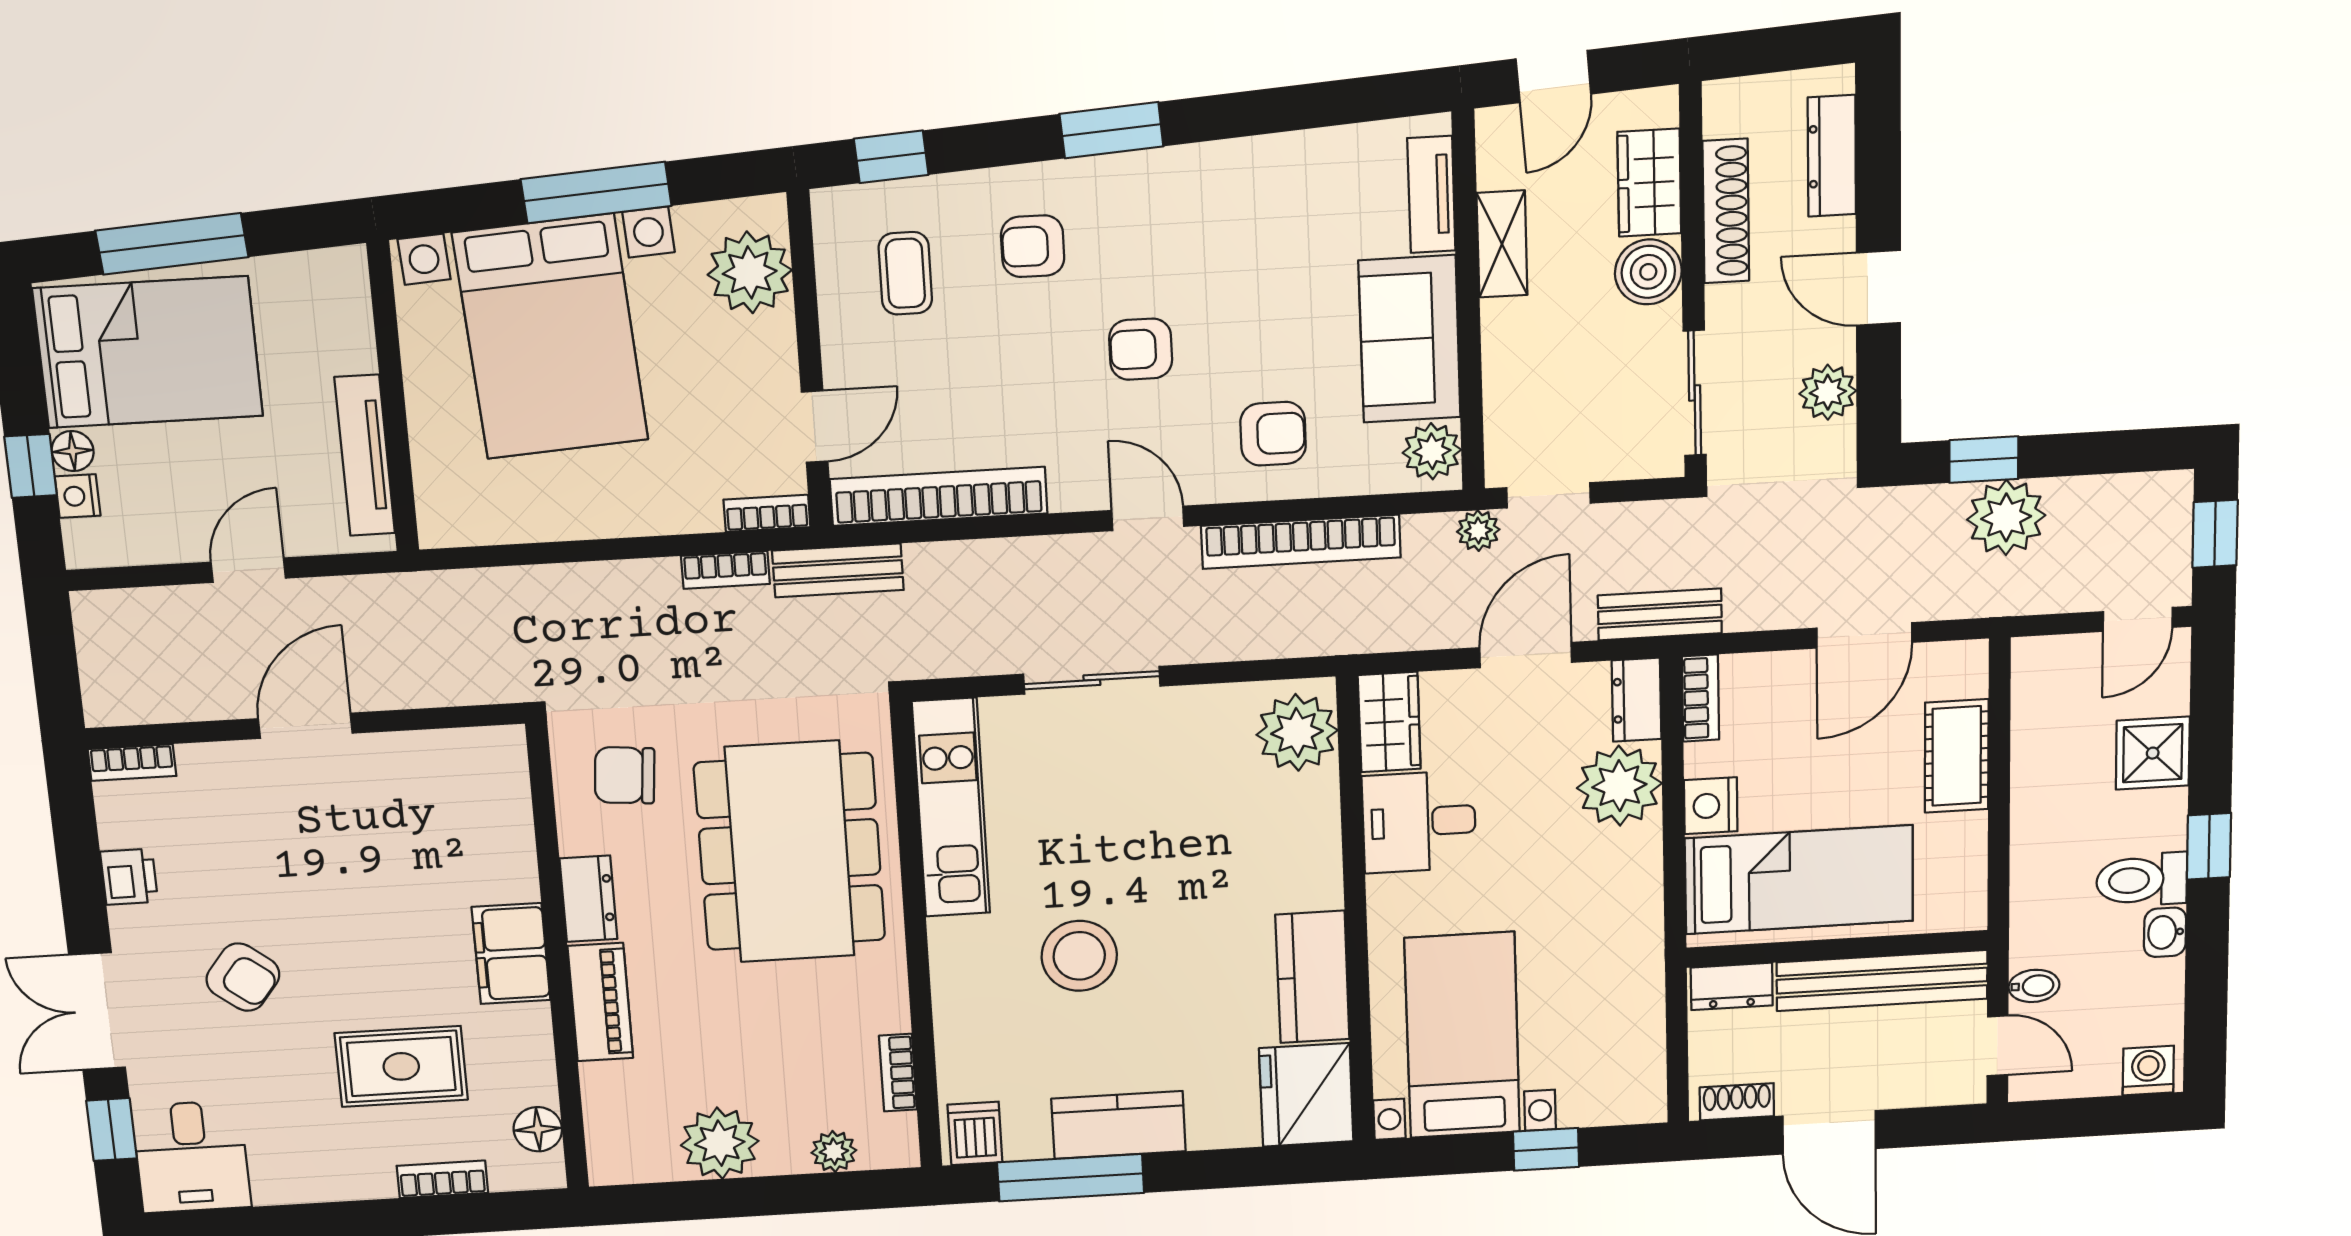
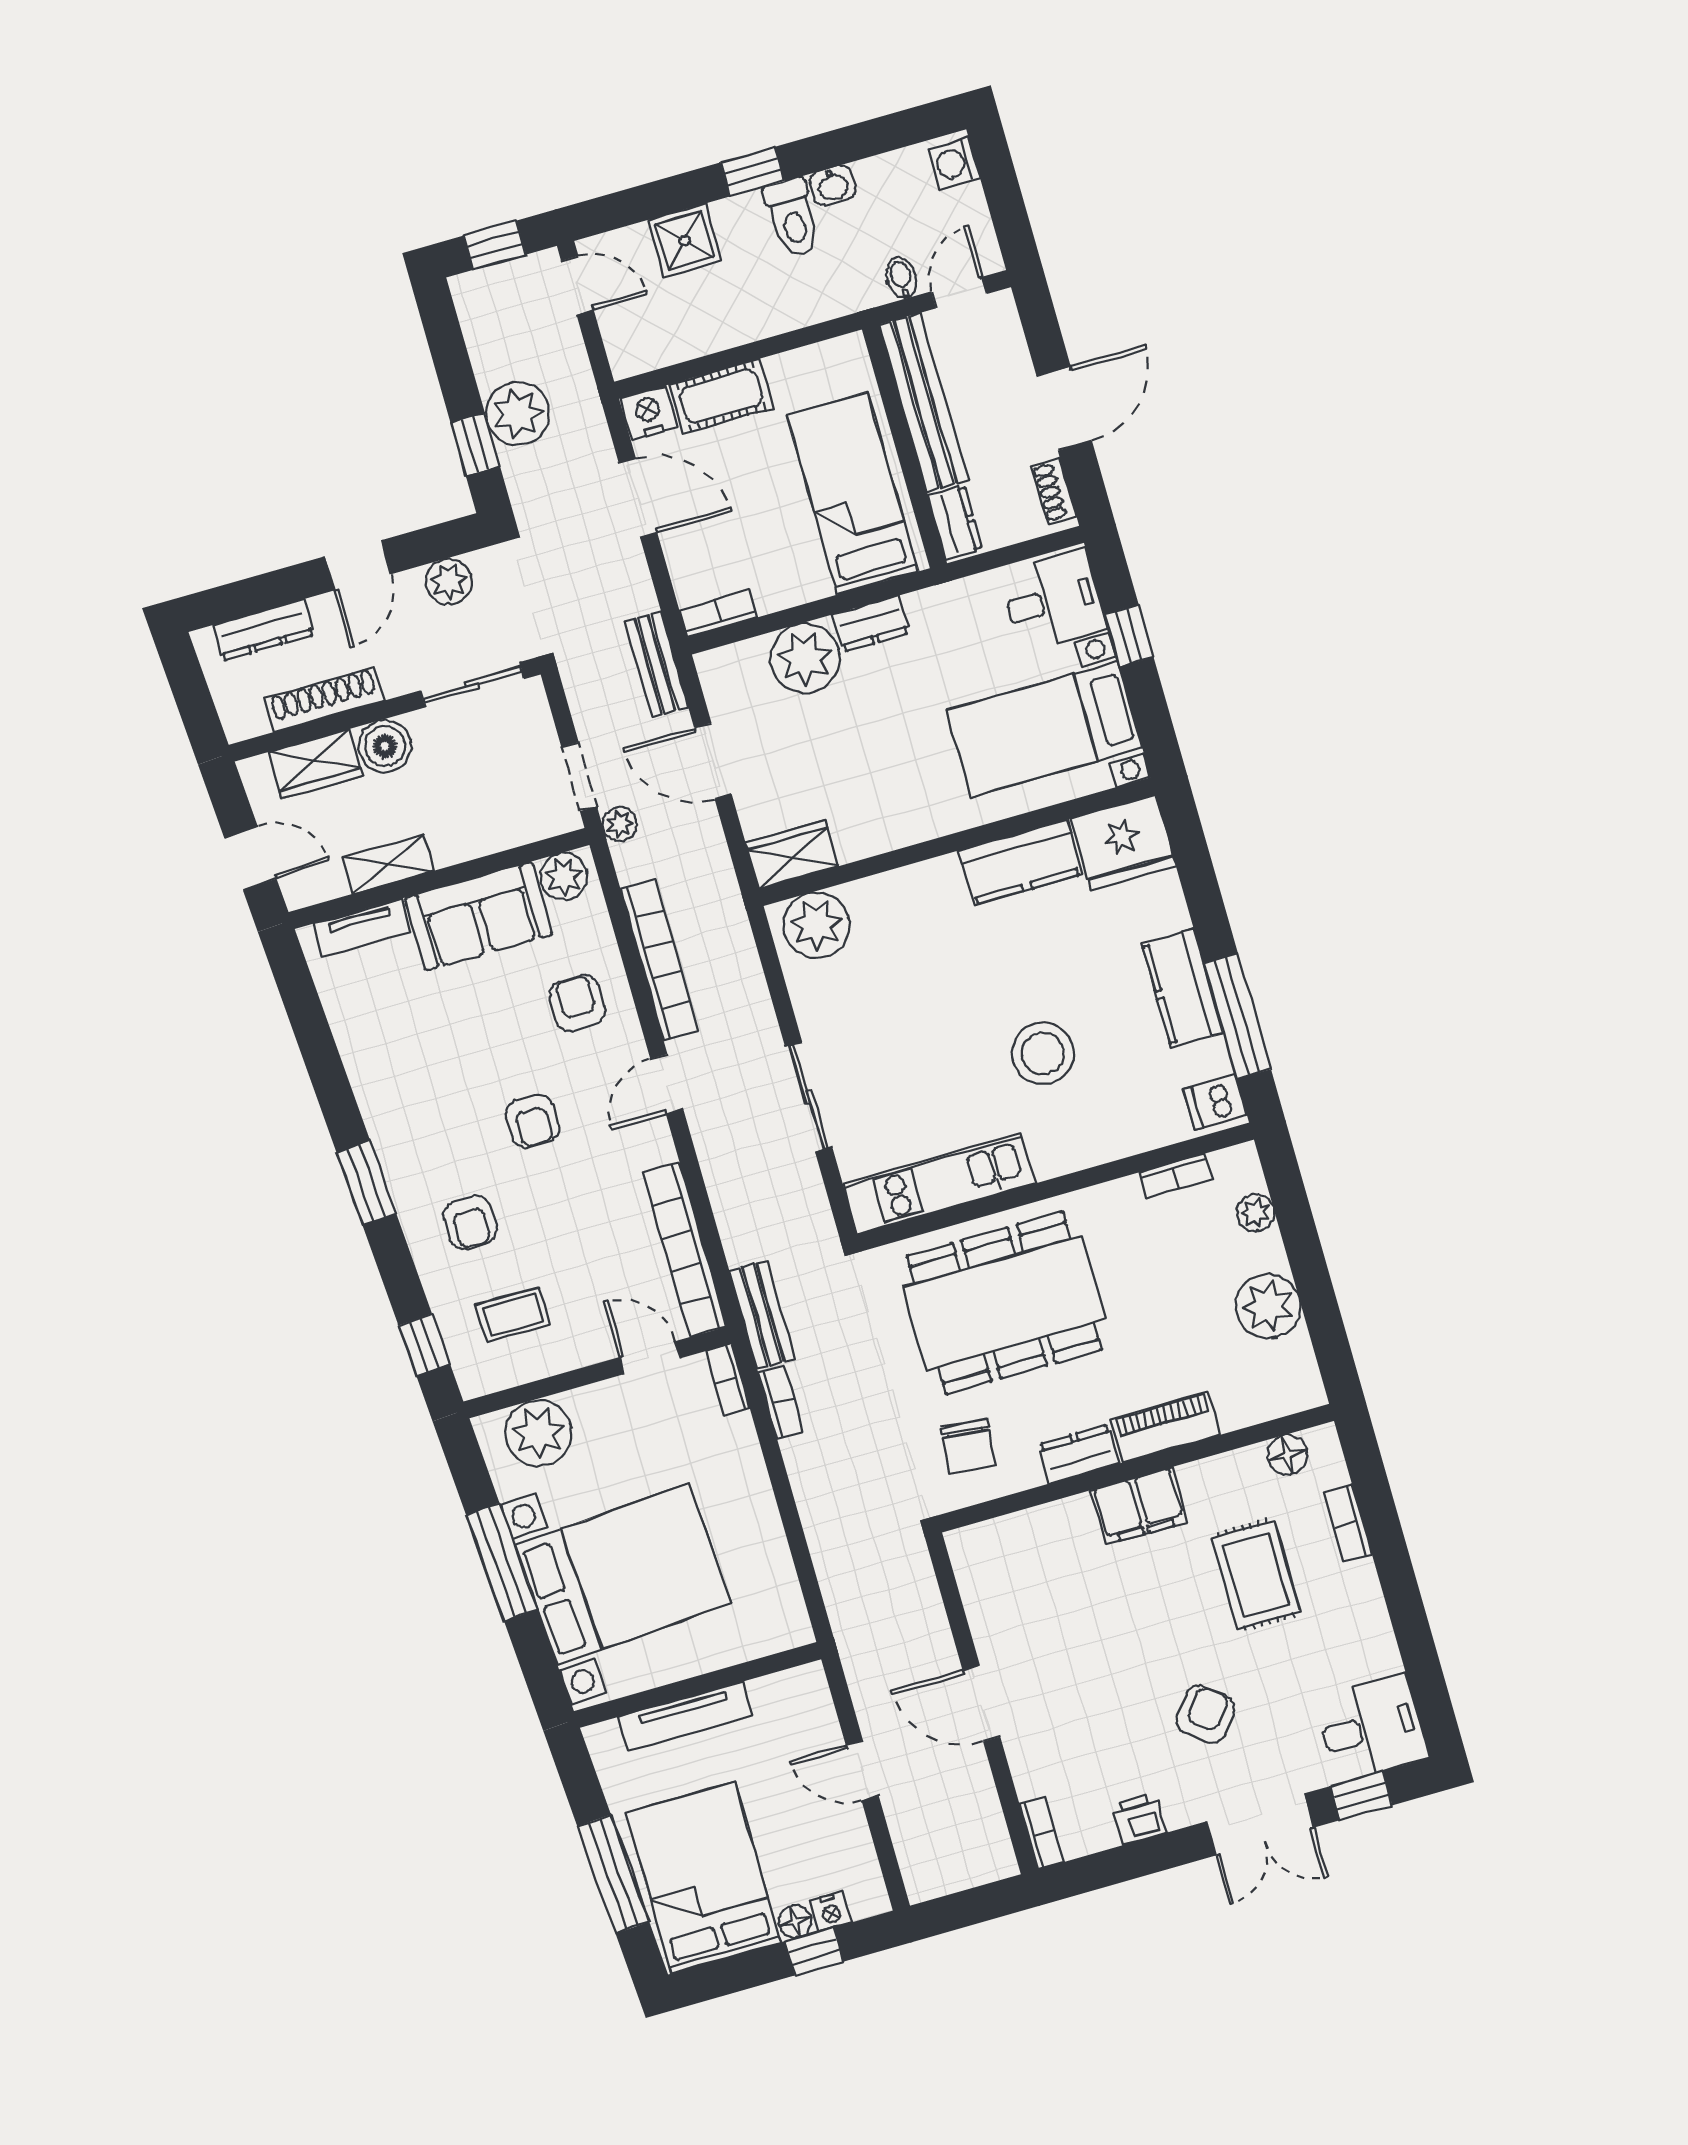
tv unit: (365, 455) -> (685, 1716), moved
dresser: (1636, 700) -> (871, 624), moved
nightstand: (1711, 806) -> (648, 413), moved, turned 180
desk: (1419, 822) -> (1053, 601), moved, turned -90

